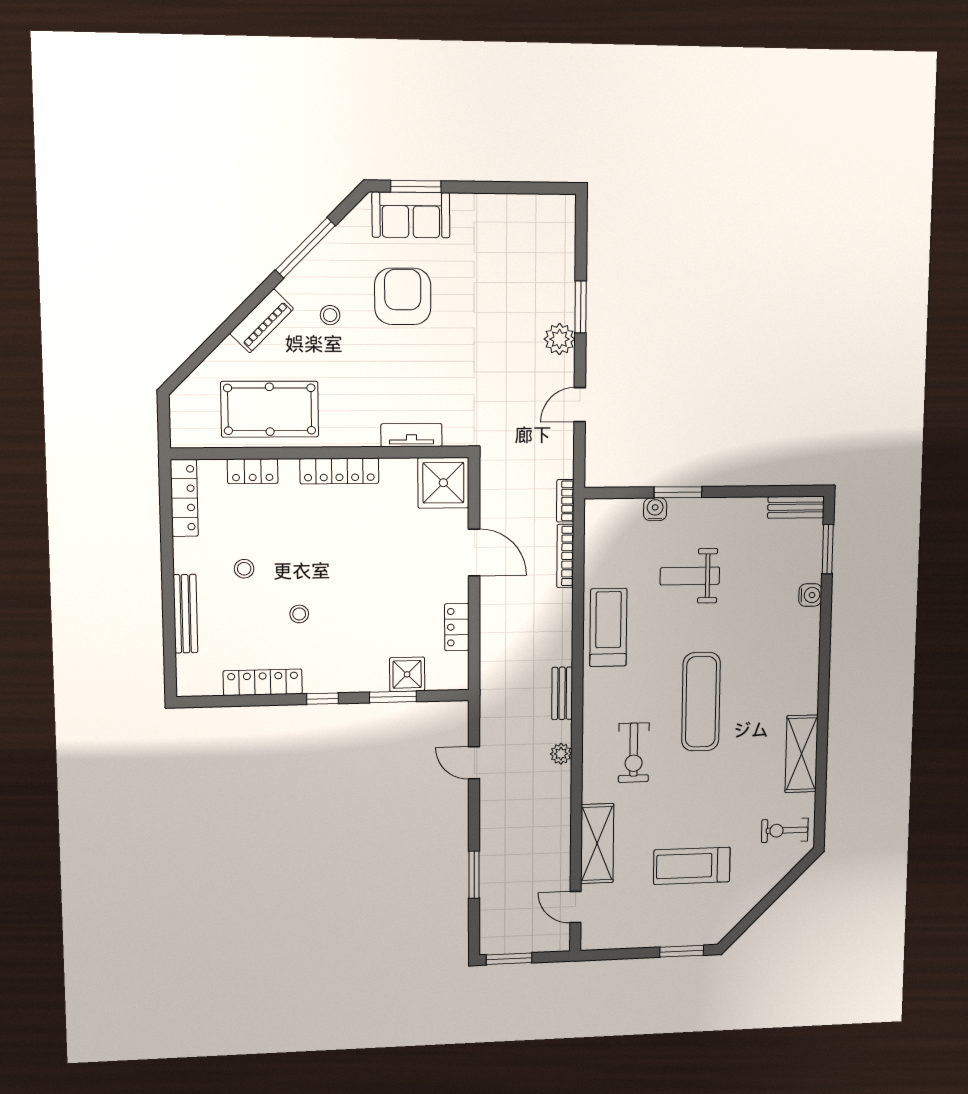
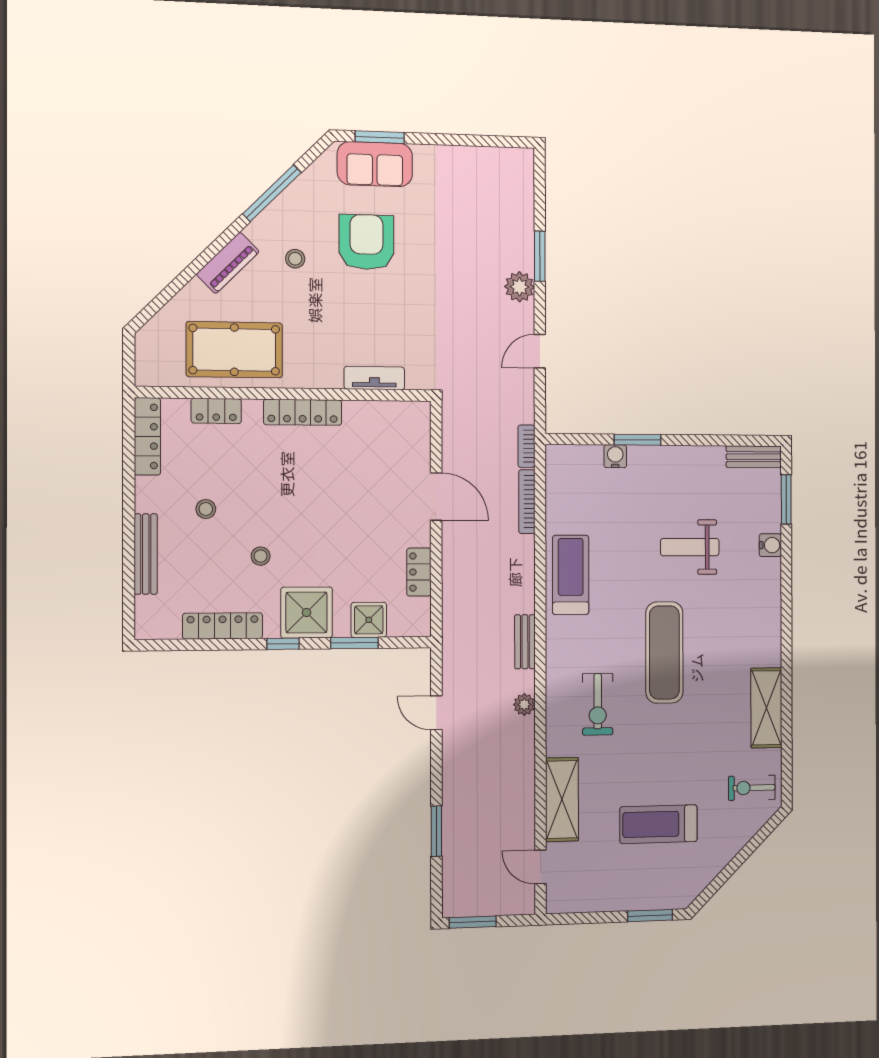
shower: (443, 483) -> (307, 613), moved
weight bench: (690, 576) -> (690, 547), moved

